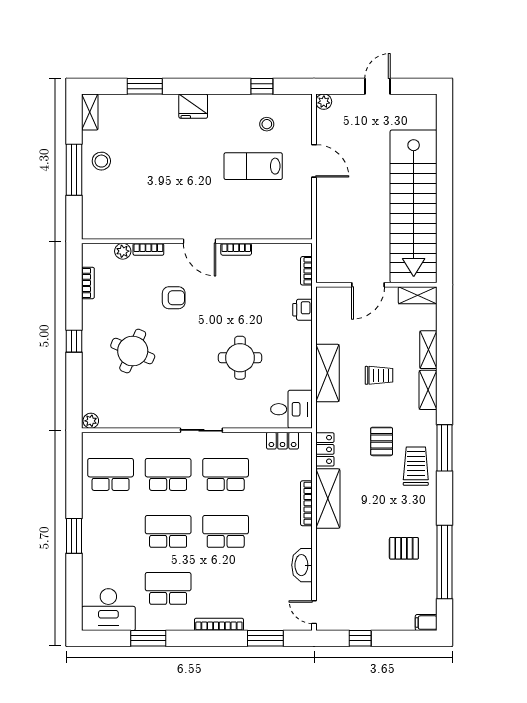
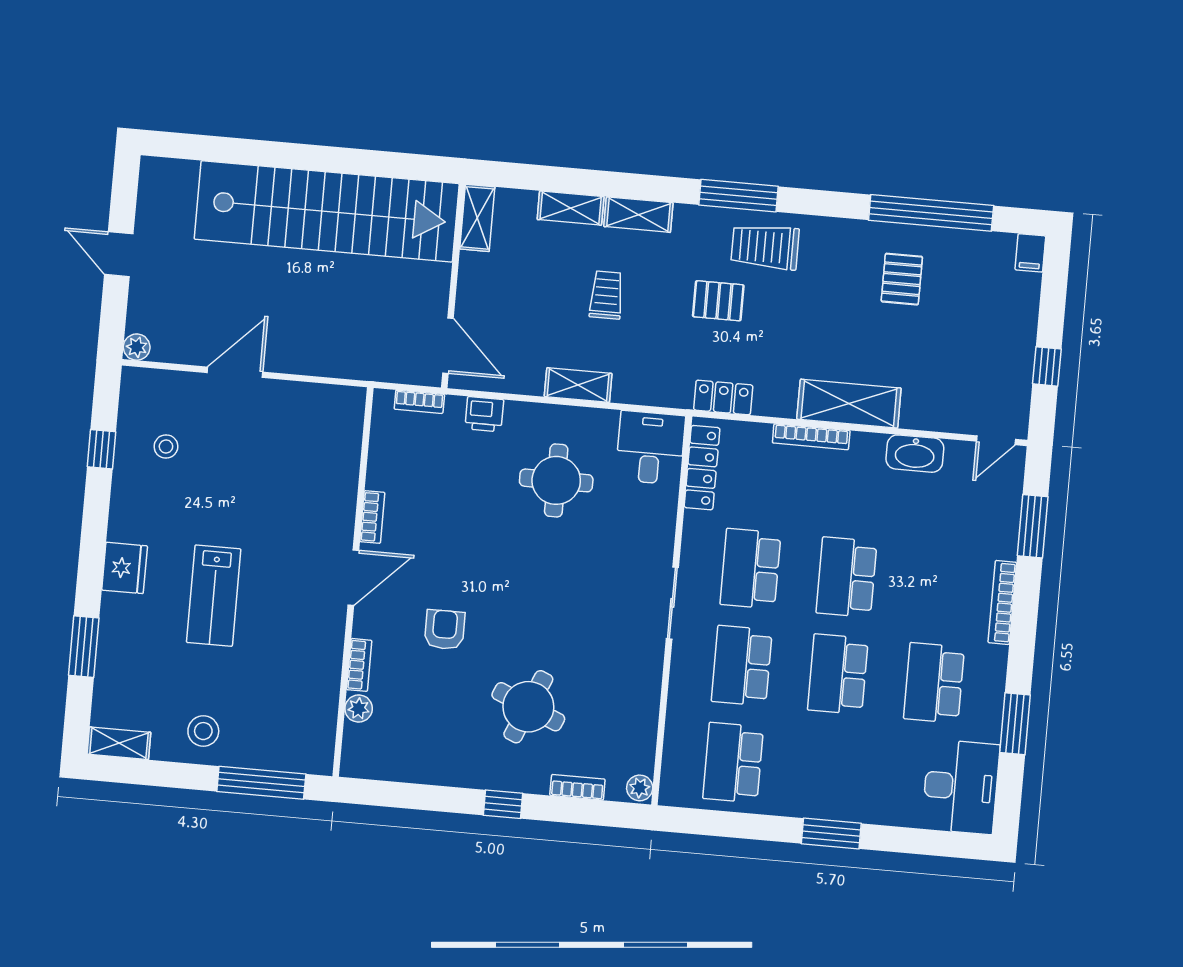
lab bench: (253, 166) -> (214, 596), moved
window: (74, 170) -> (261, 783), moved
bookcase: (88, 283) -> (577, 787), moved
door: (368, 285) -> (448, 346), moved
round table: (240, 358) -> (556, 480), moved
shelving: (328, 373) -> (578, 385), width x0.67, depth x0.75
locker: (283, 441) -> (702, 468), width x1.53
shelving: (328, 499) -> (849, 404), moved

